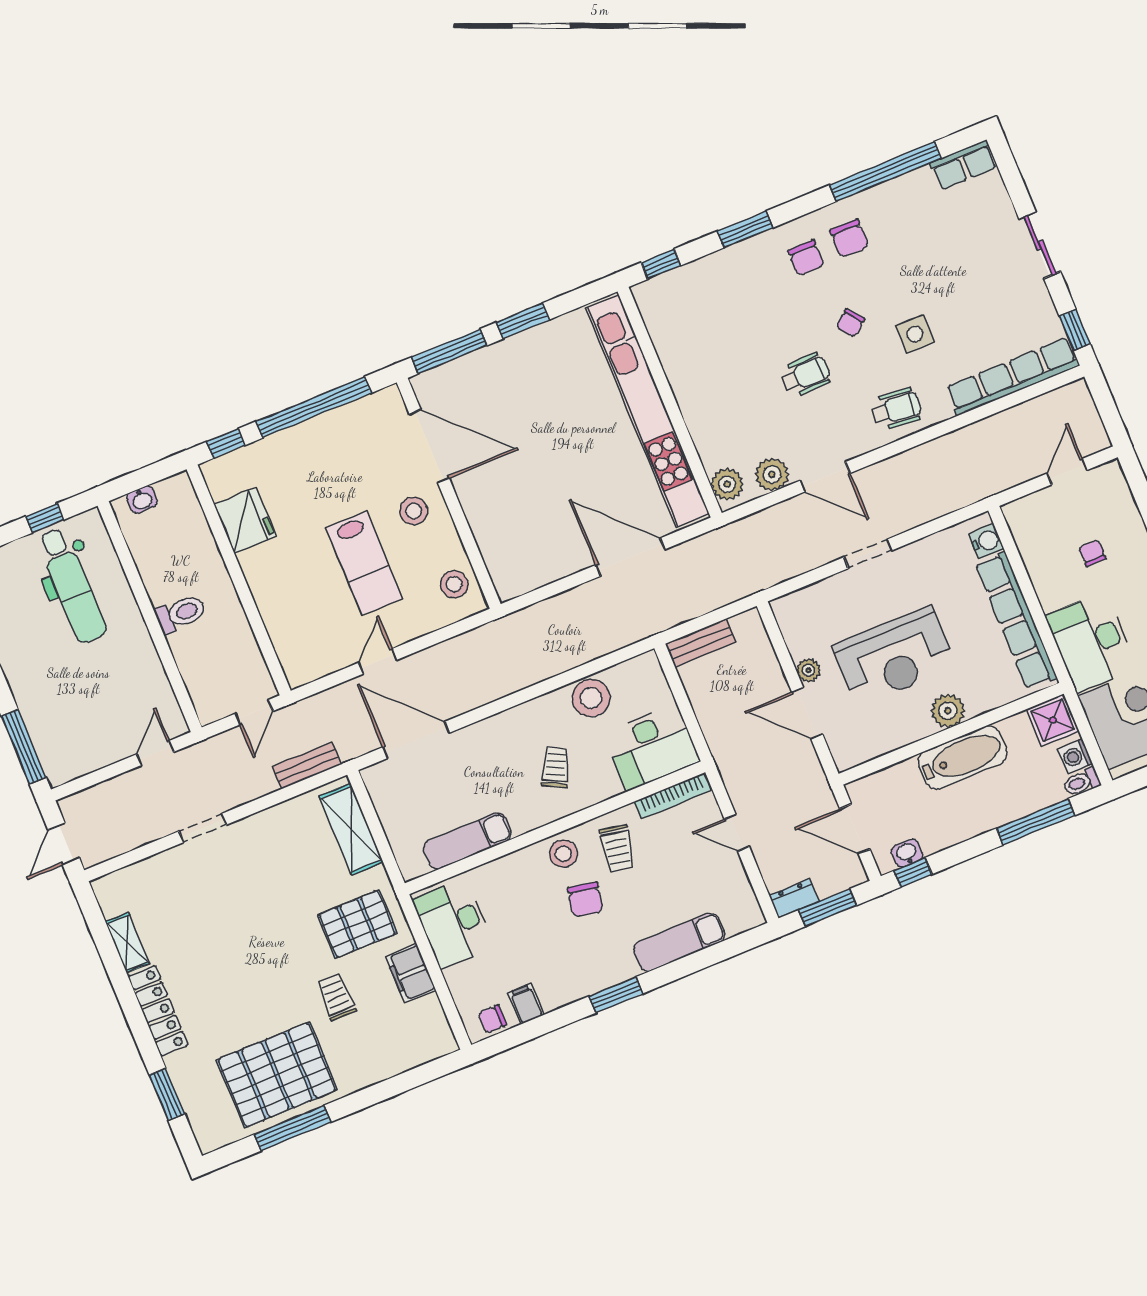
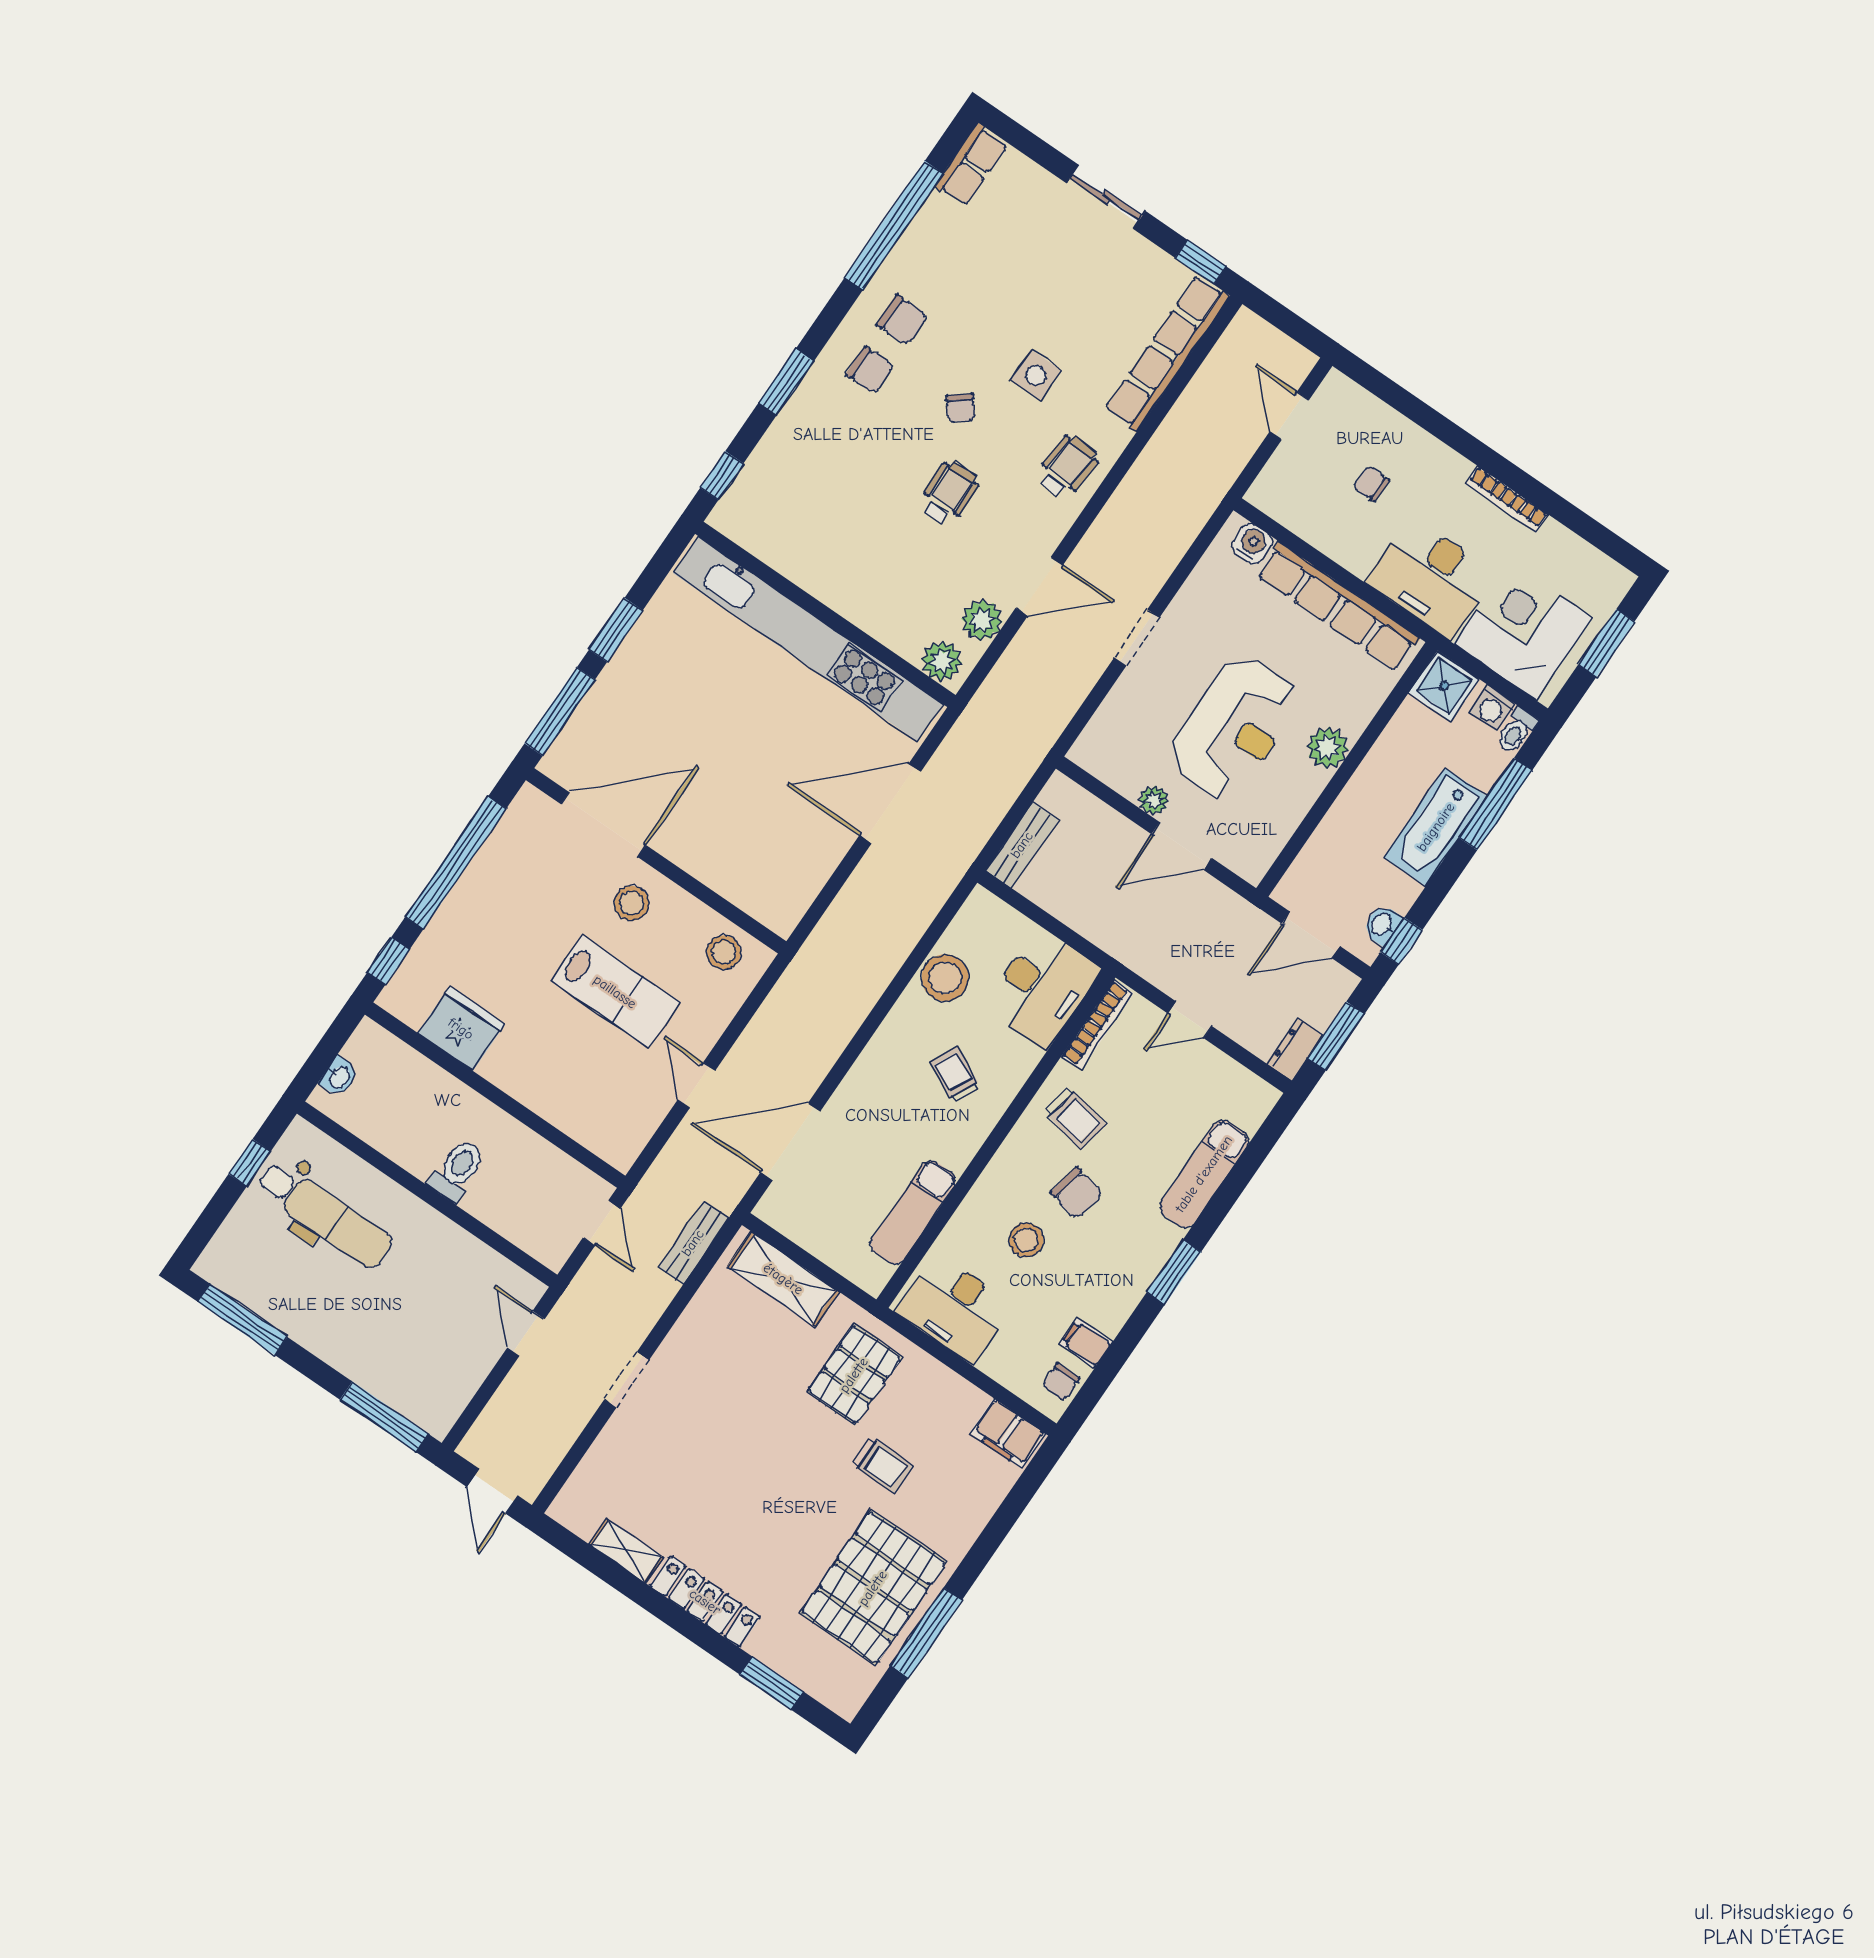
bathtub: (962, 758) -> (1436, 827), moved, turned 180
stool: (563, 854) -> (1026, 1240), moved
filing cabinet: (411, 973) -> (1008, 1433), moved
trolley: (336, 997) -> (882, 1465), turned 180

